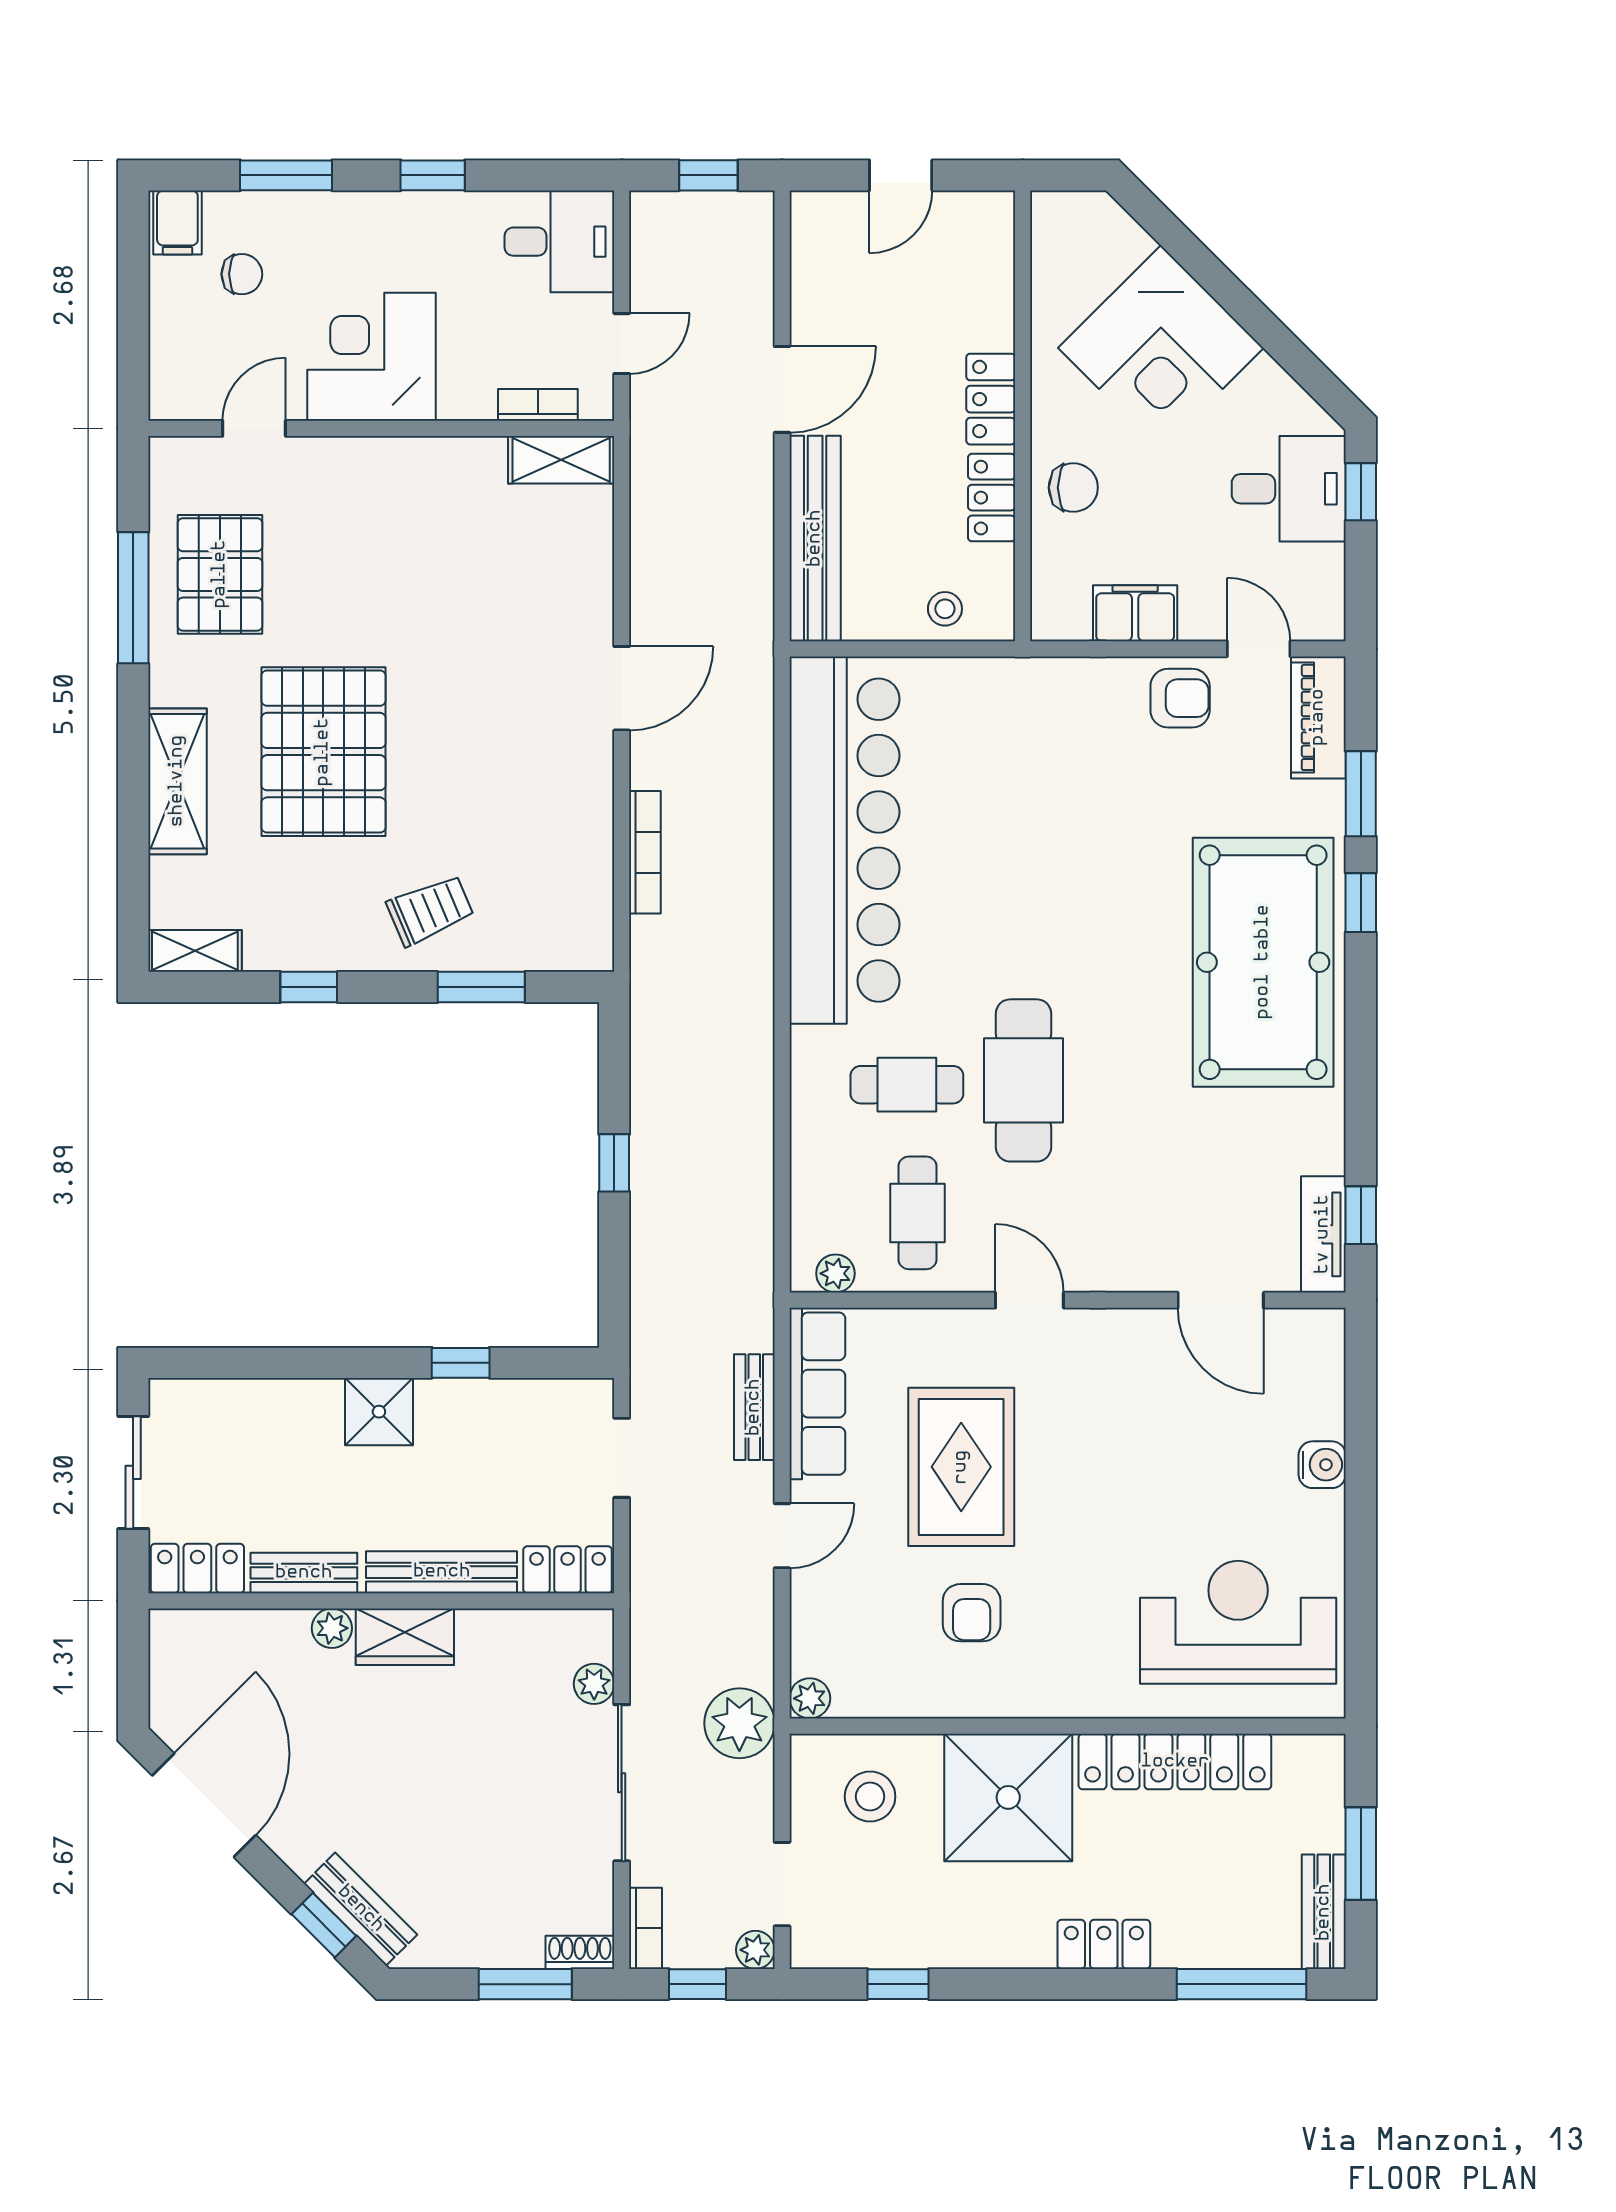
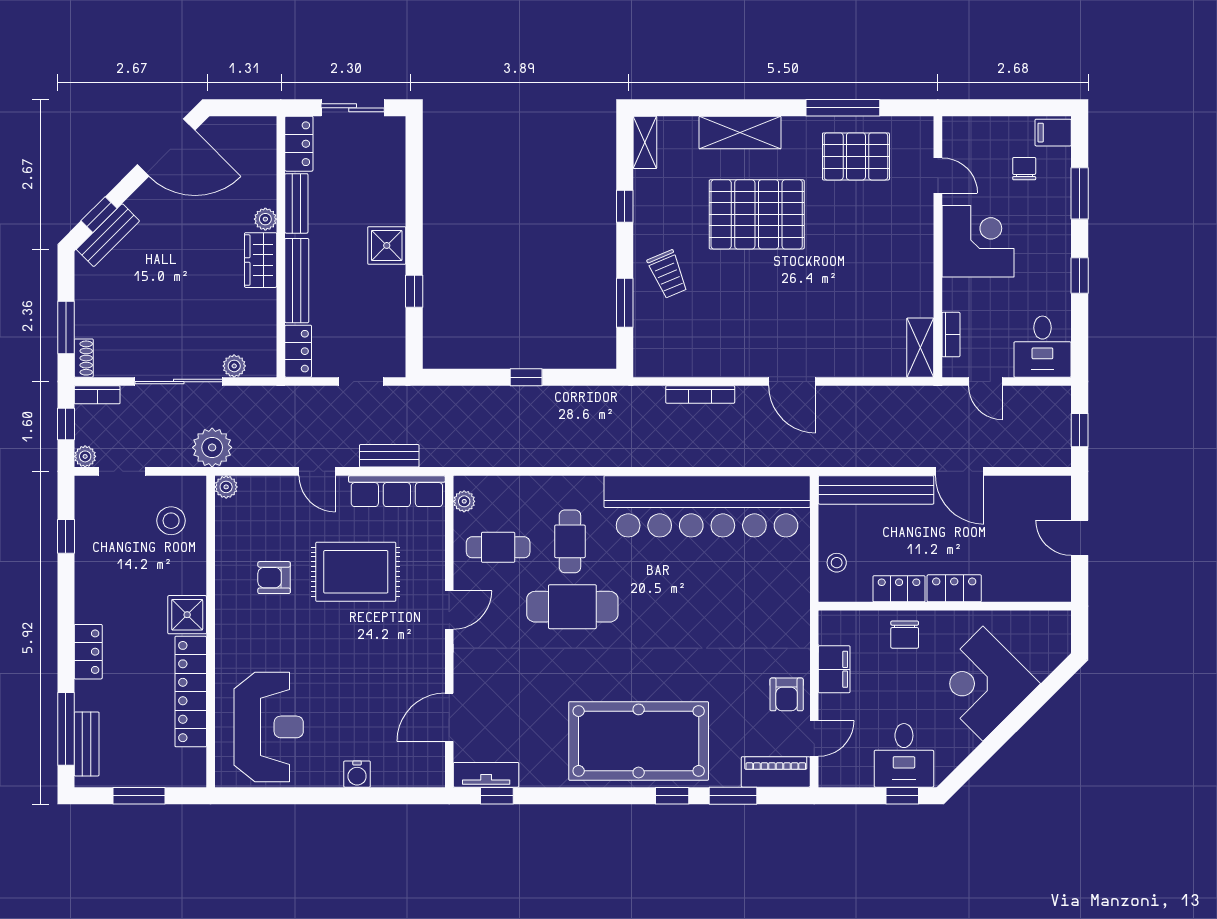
chair: (242, 274) -> (1024, 169), turned 180
shower: (1008, 1797) -> (187, 615), width x0.54, depth x0.54
bench: (1324, 1912) -> (87, 744), moved, turned 90

